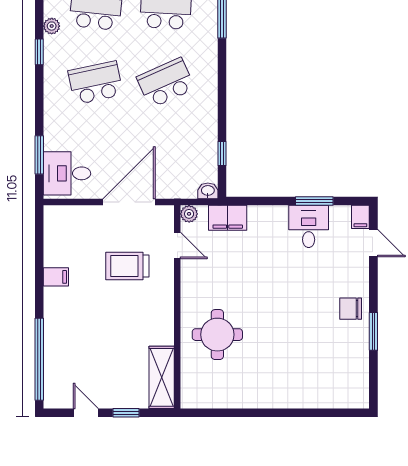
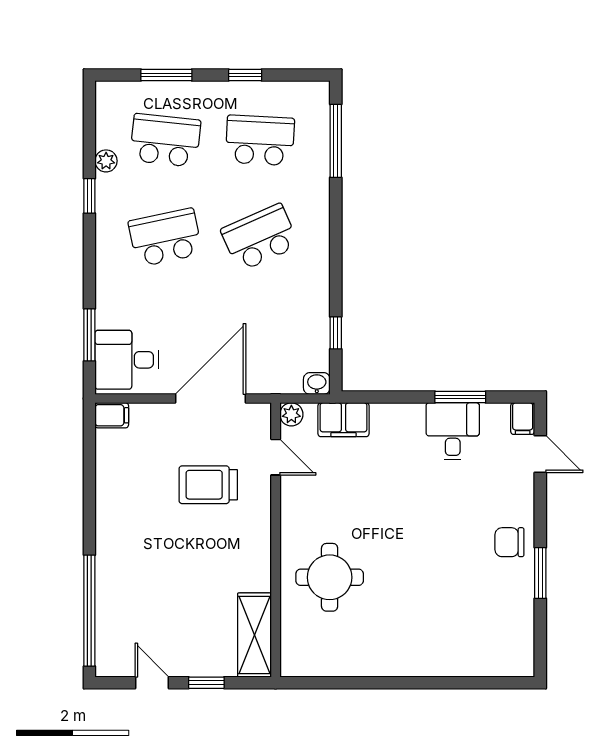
filing cabinet: (56, 277) -> (112, 415), moved

